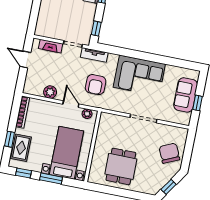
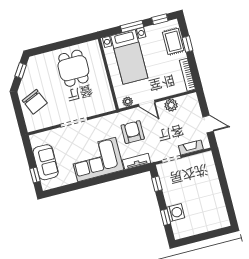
tv unit: (94, 55) -> (136, 161), moved
window: (197, 103) -> (35, 175), moved

